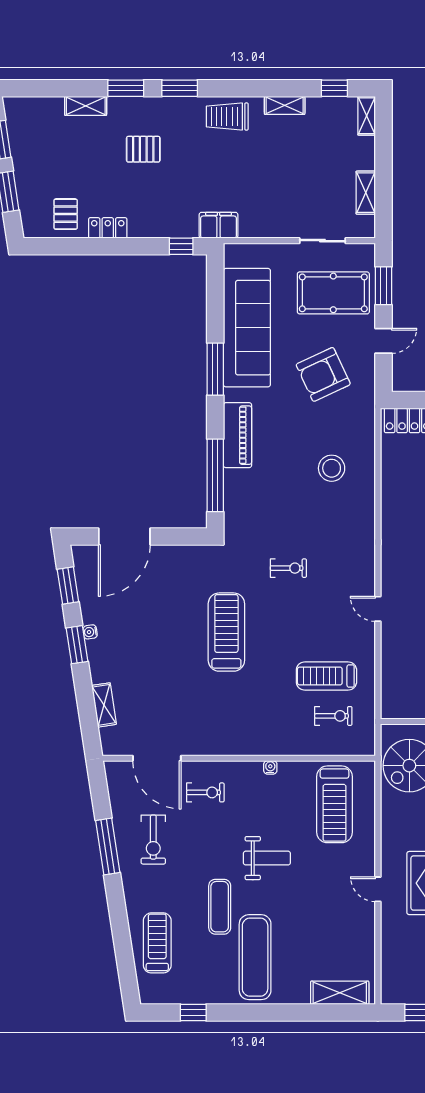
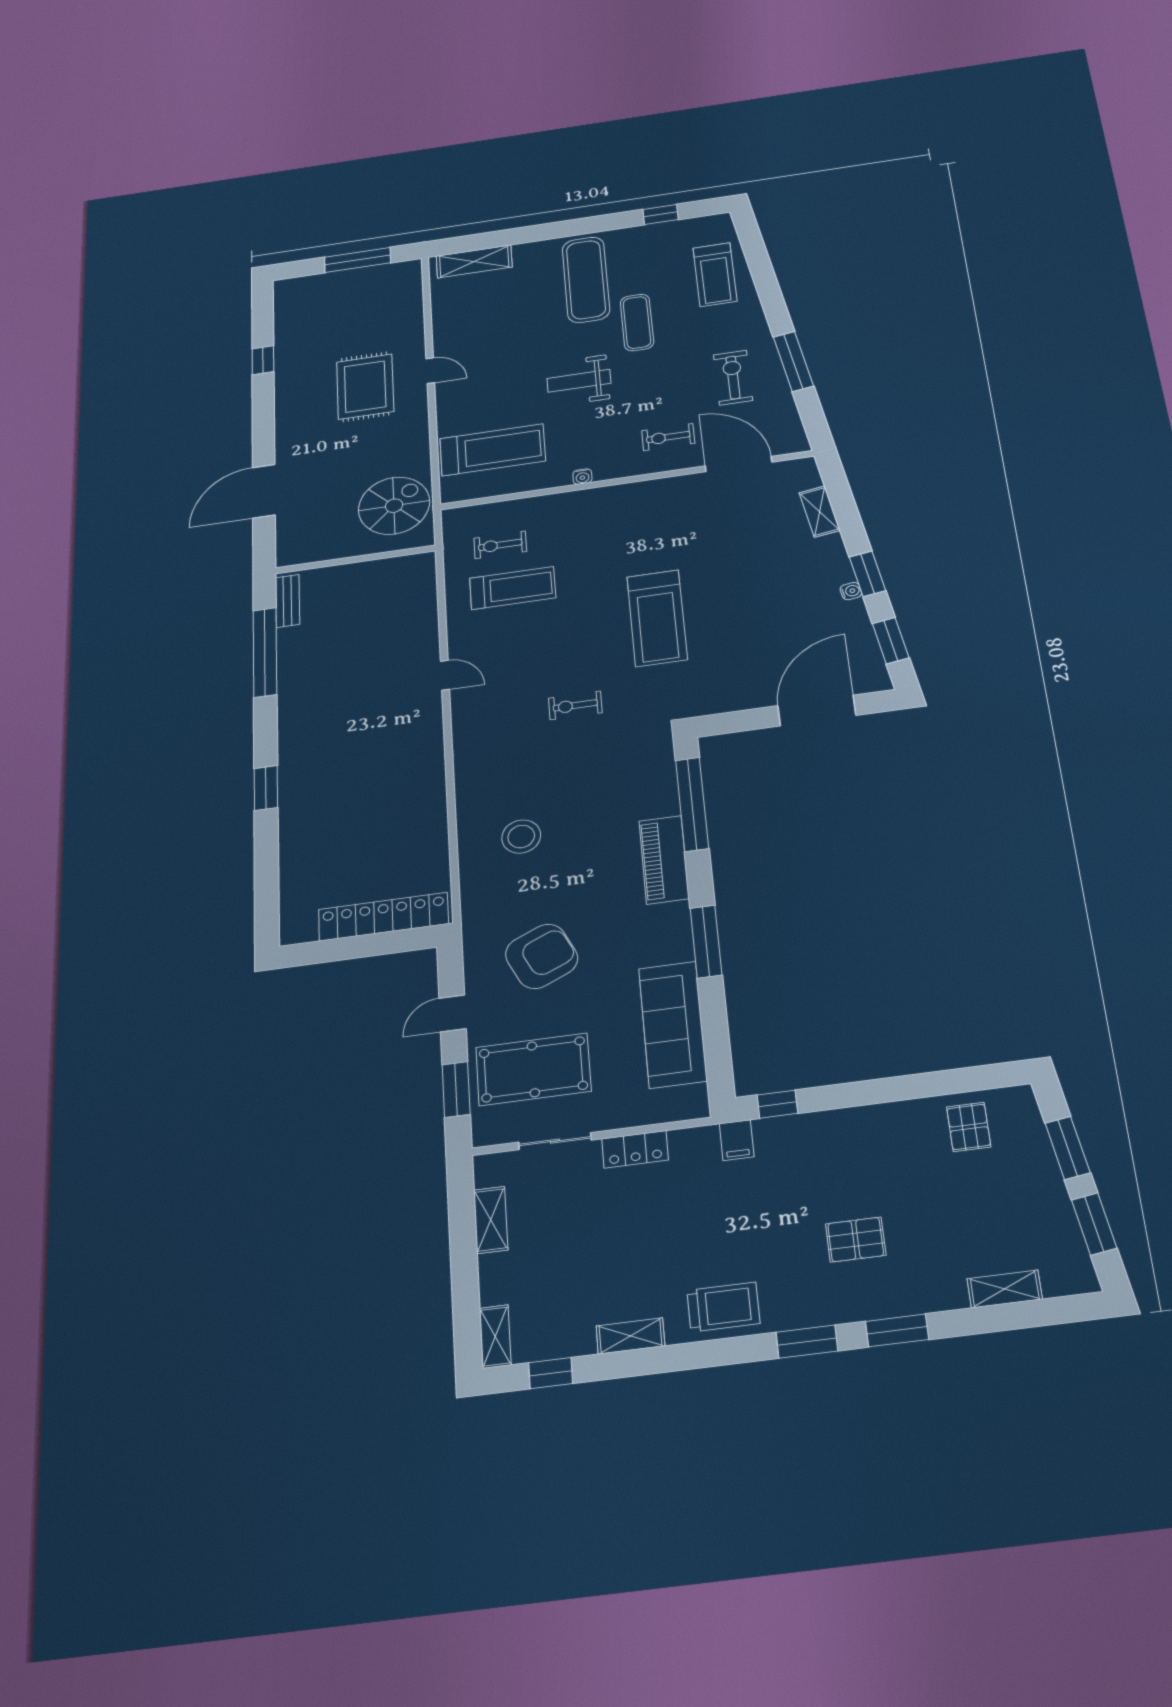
shelving: (86, 106) -> (1005, 1289), moved
filing cabinet: (218, 225) -> (737, 1140), width x0.50
locker: (108, 228) -> (635, 1149), moved
sofa: (247, 328) -> (673, 1024), width x0.74, depth x0.79
treadmill: (334, 804) -> (493, 450), turned 90

